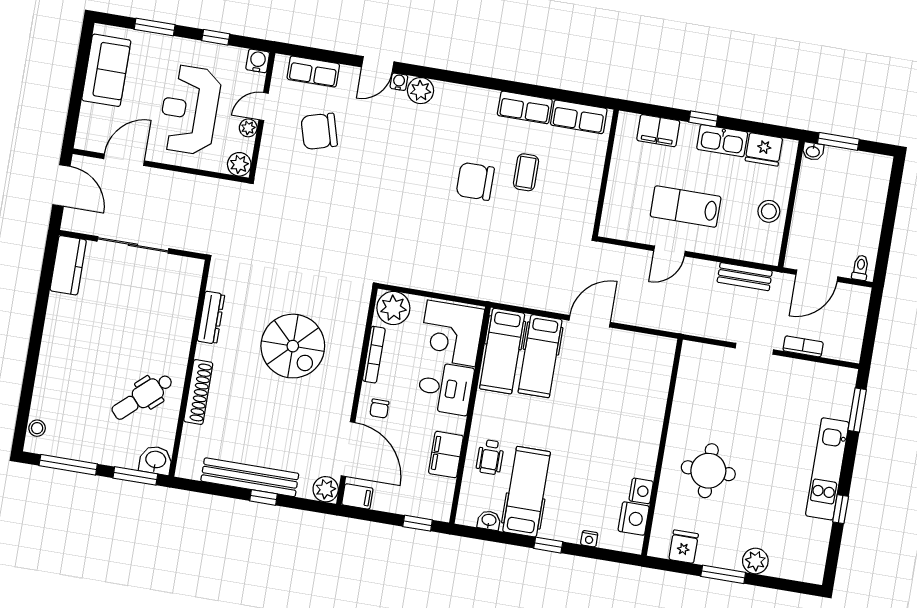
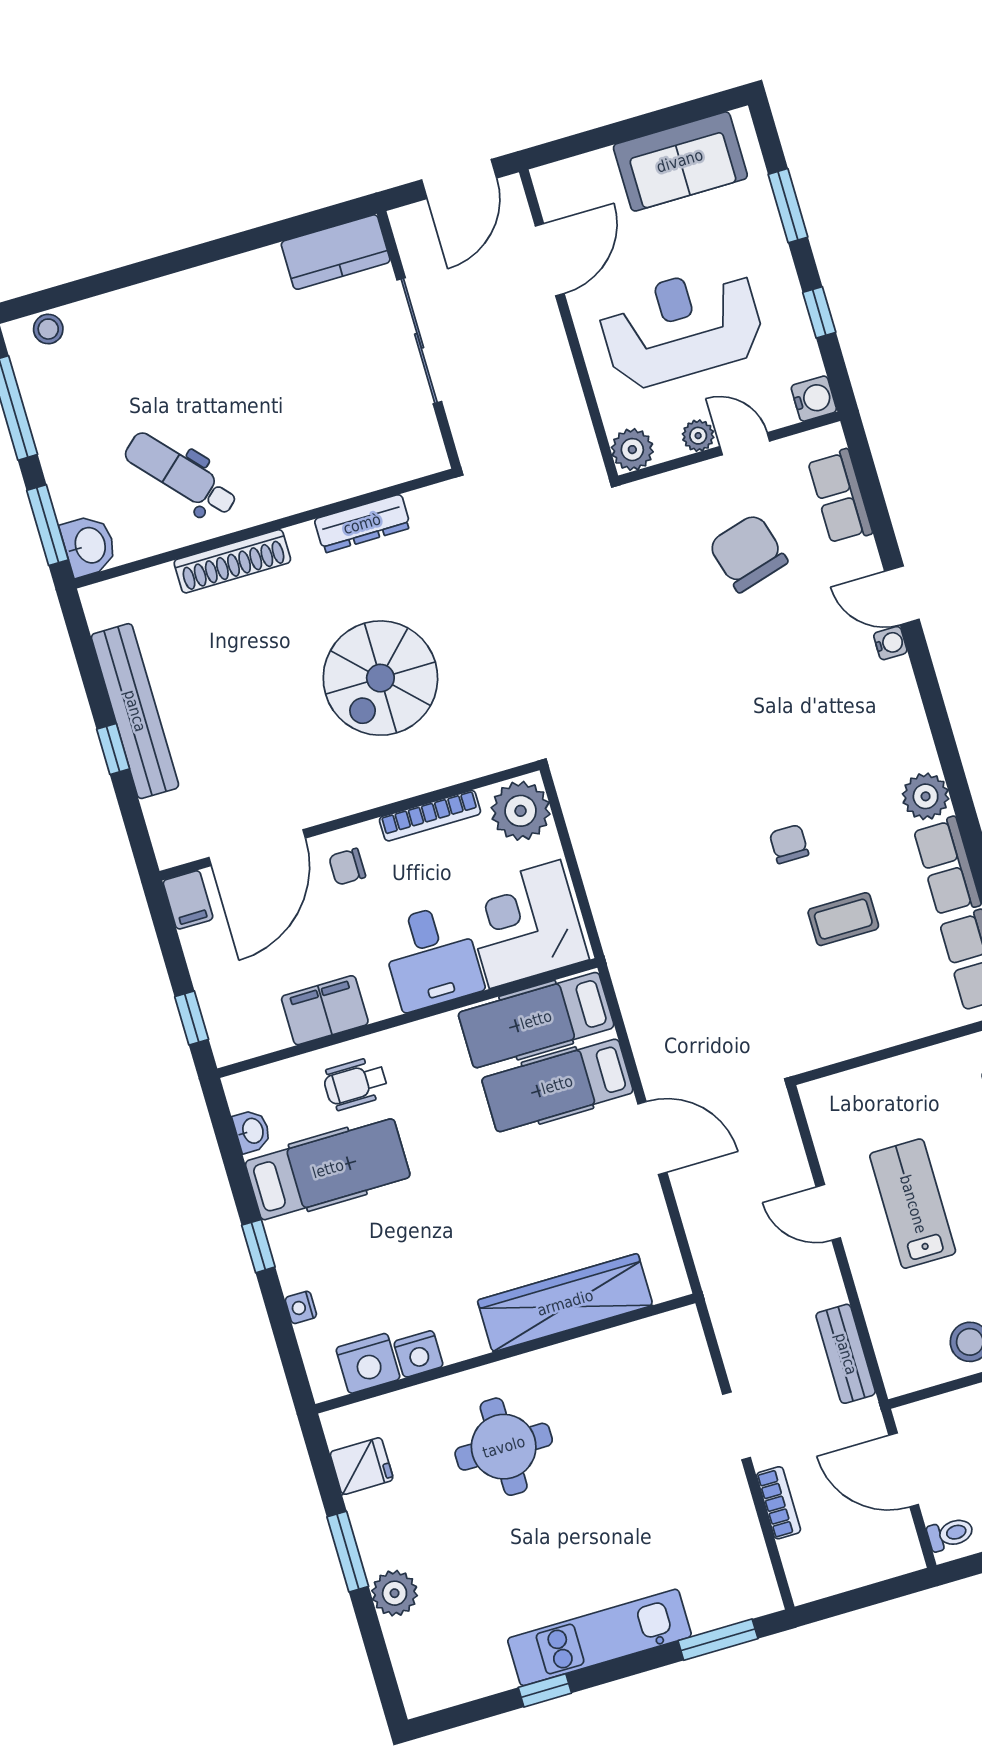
plant: (421, 91) -> (926, 796), moved
door: (124, 160) -> (550, 260), hinge flipped
chair: (475, 181) -> (789, 844), width x0.54, depth x0.54
wardrobe: (651, 405) -> (565, 1303), added
plant: (326, 489) -> (175, 843), removed

